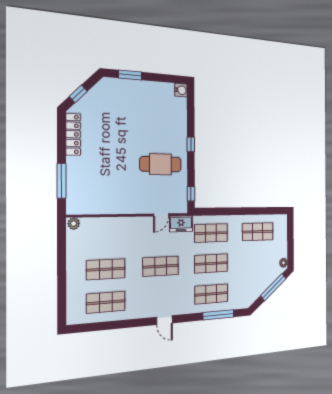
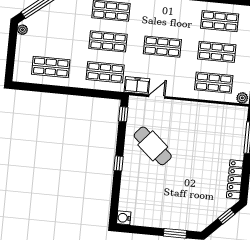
cafe table: (160, 164) -> (153, 146), turned 41
shop shelf: (106, 236) -> (214, 83), added

